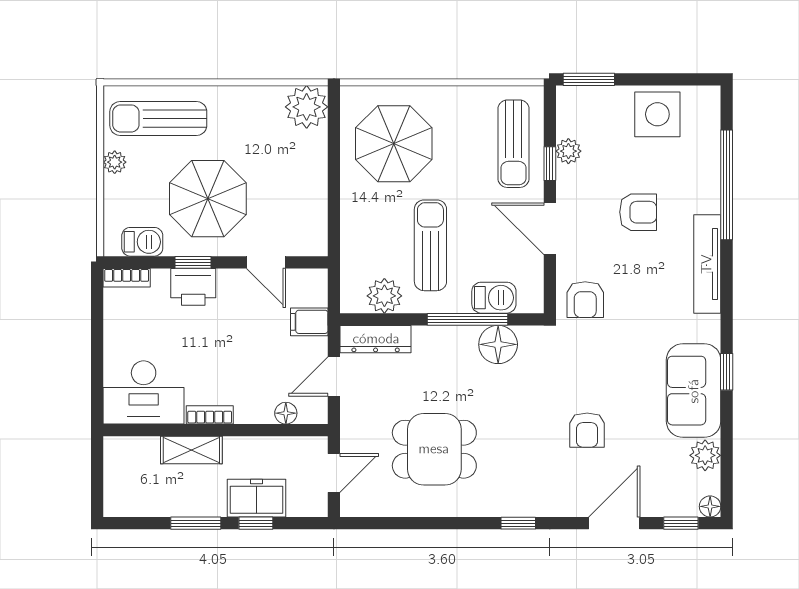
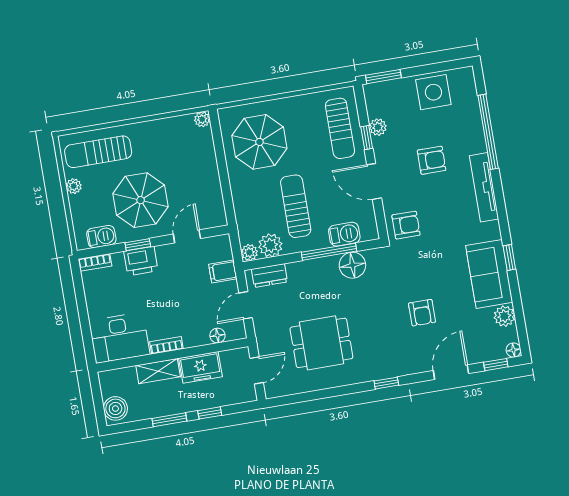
plant: (307, 107) -> (202, 119), width x0.53, depth x0.53
door: (266, 262) -> (187, 236), swing flipped
armchair: (585, 300) -> (406, 225), turned -90
plant: (352, 301) -> (249, 253), added
dresser: (376, 339) -> (269, 275), width x0.70
boiler: (121, 494) -> (115, 408), added
freezer: (256, 498) -> (201, 367), moved, turned 180

